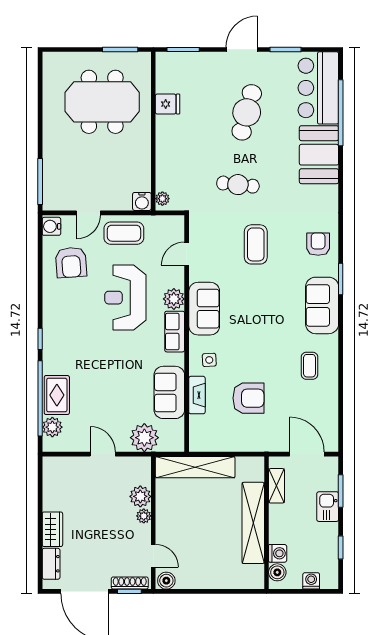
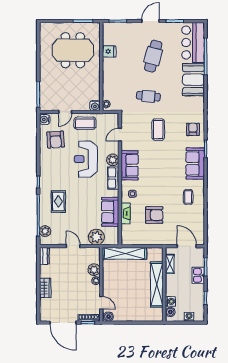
rug: (57, 395) -> (58, 201), moved
dresser: (51, 564) -> (44, 256), moved

